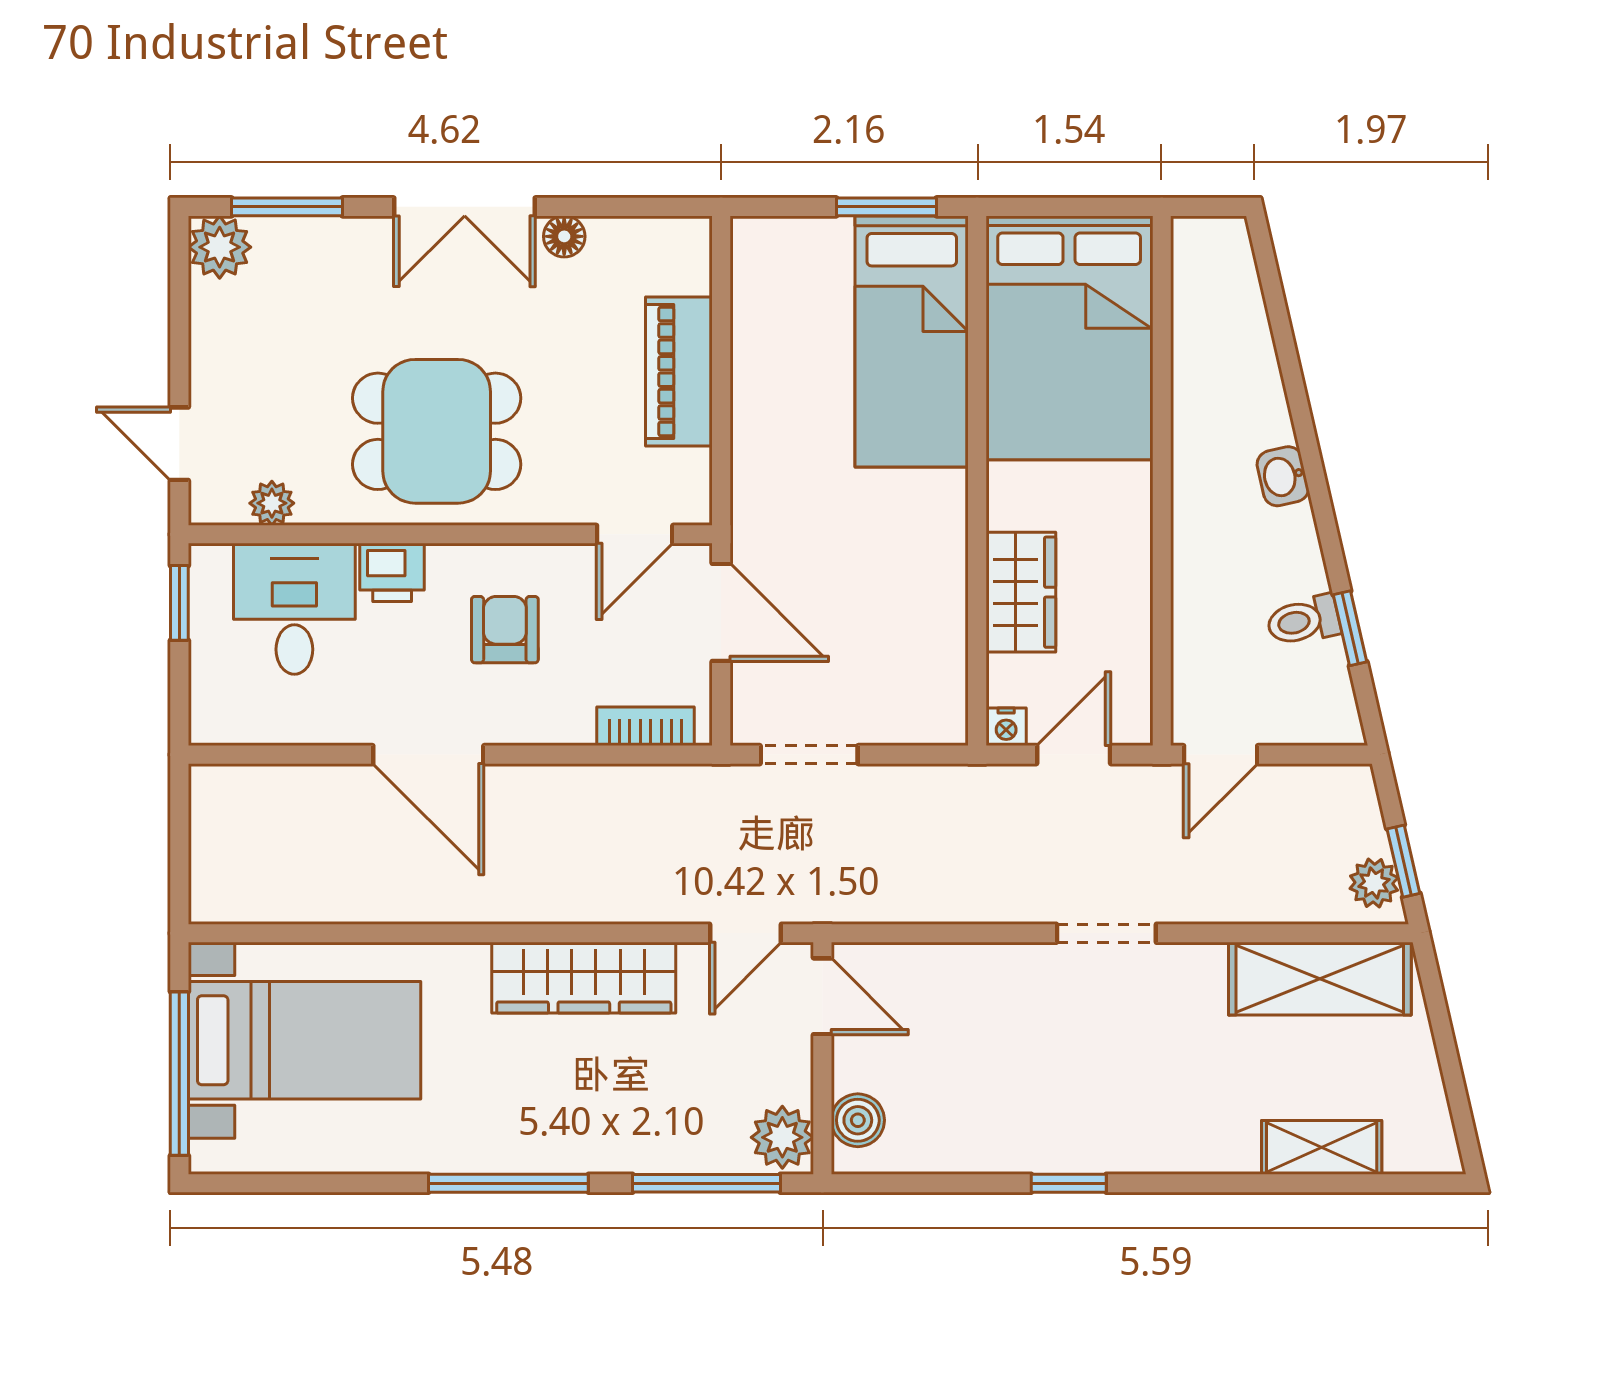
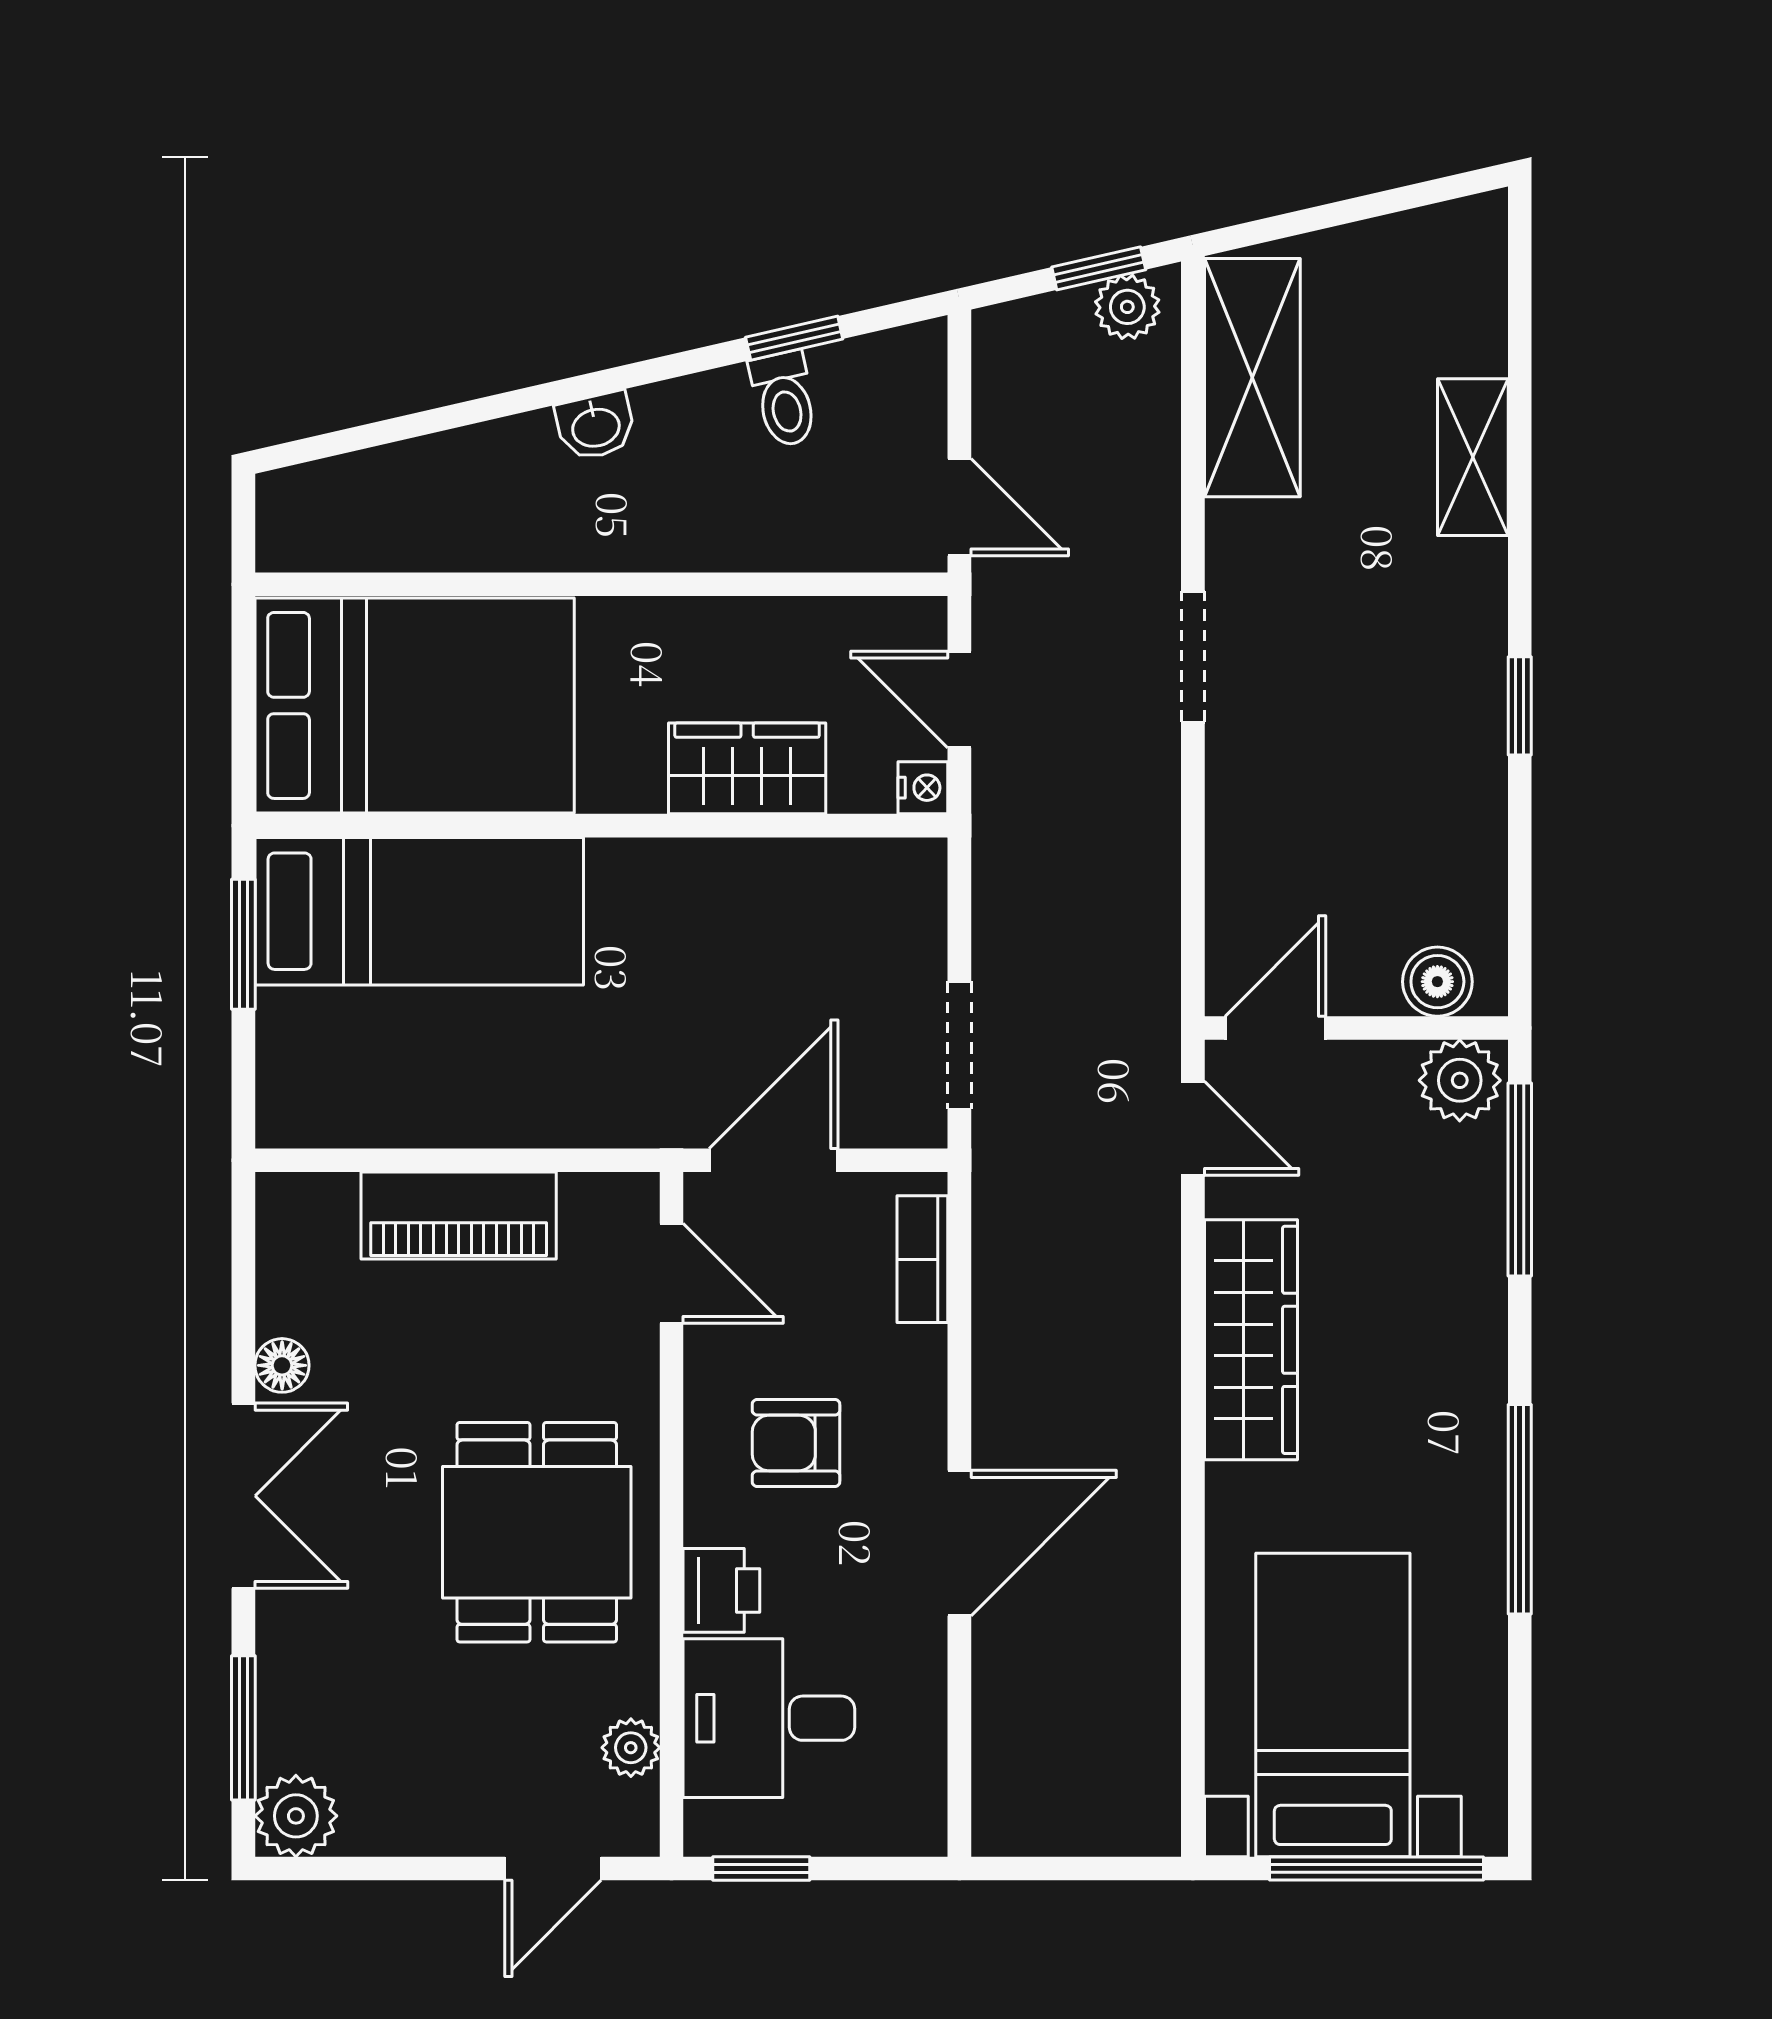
shelving: (1322, 1147) -> (1473, 457), moved
window: (508, 1183) -> (1520, 1509), moved

